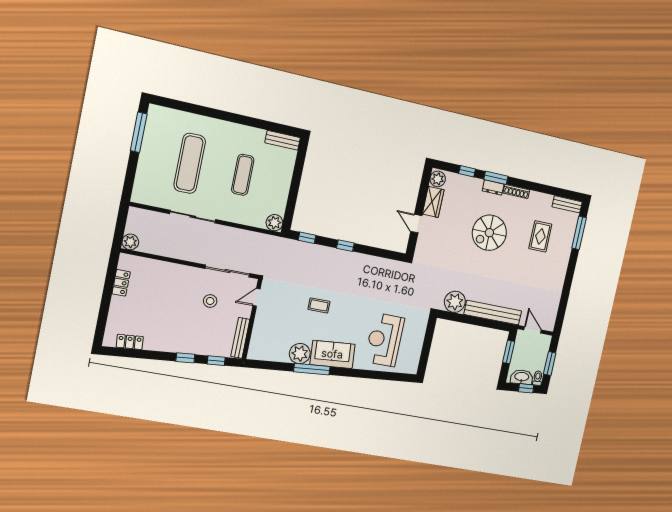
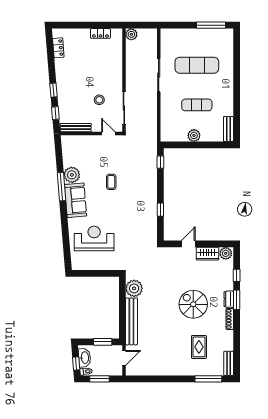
plant: (274, 223) -> (194, 135), moved
rug: (540, 236) -> (199, 347), turned 90
window: (345, 246) -> (160, 210), moved

